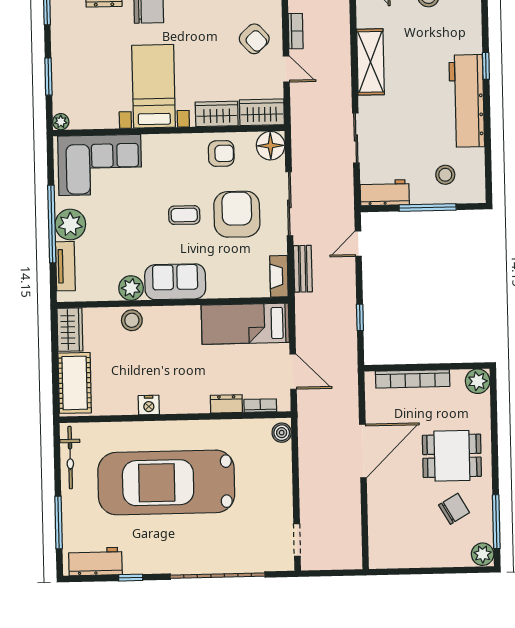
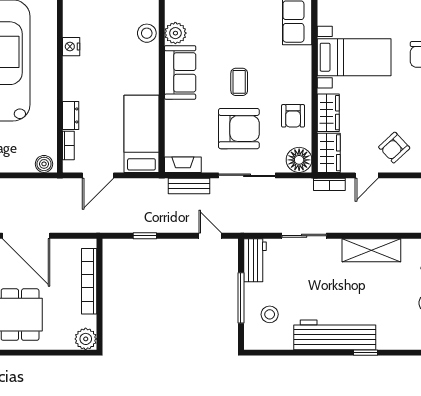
bookcase: (296, 31) -> (329, 184), moved

